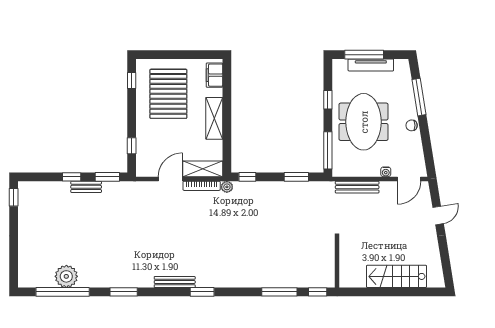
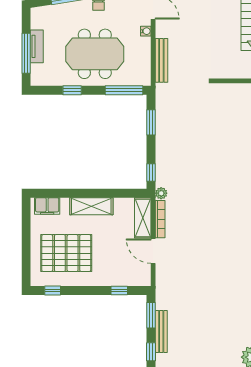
tv unit: (371, 65) -> (37, 46), width x0.71
bench: (86, 187) -> (161, 331), width x1.36

